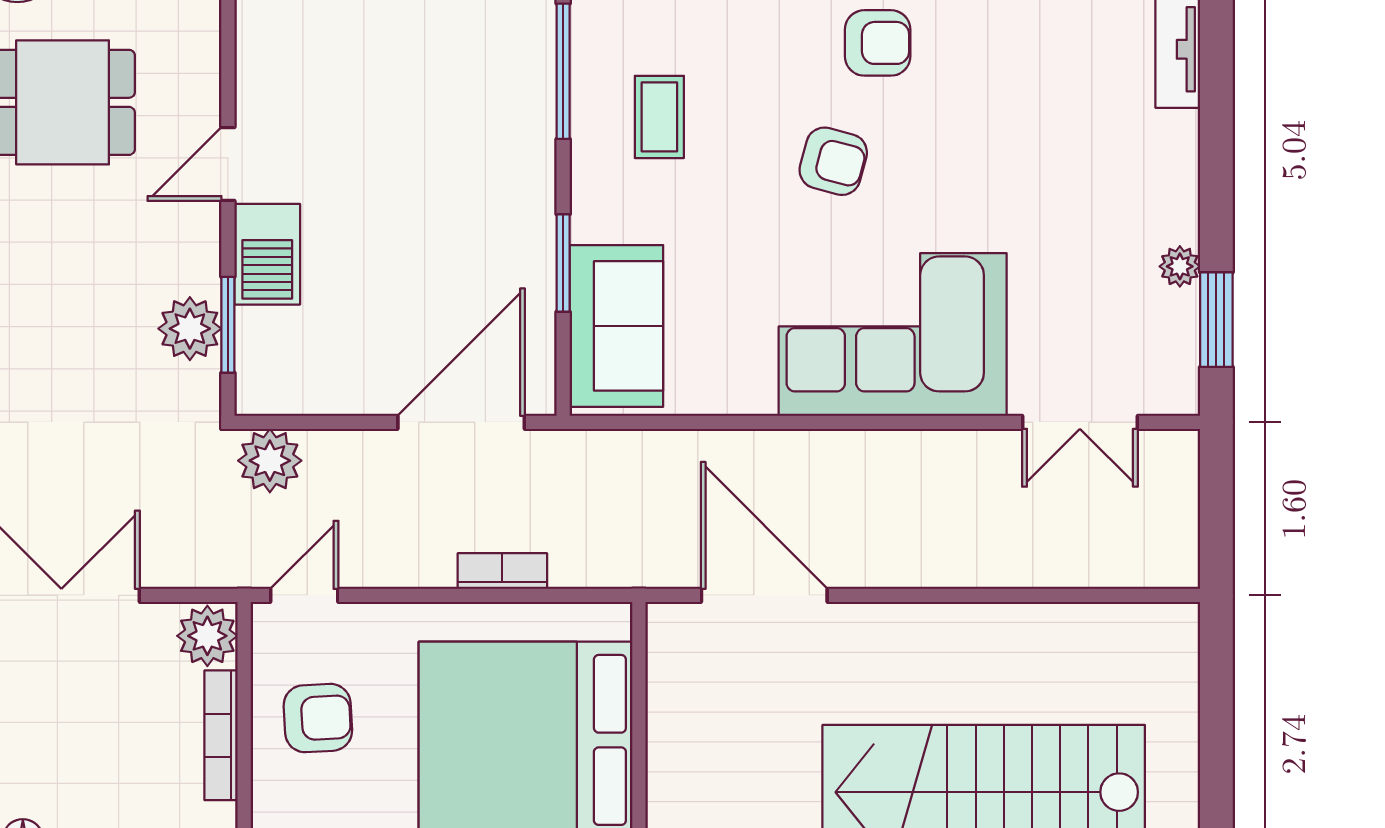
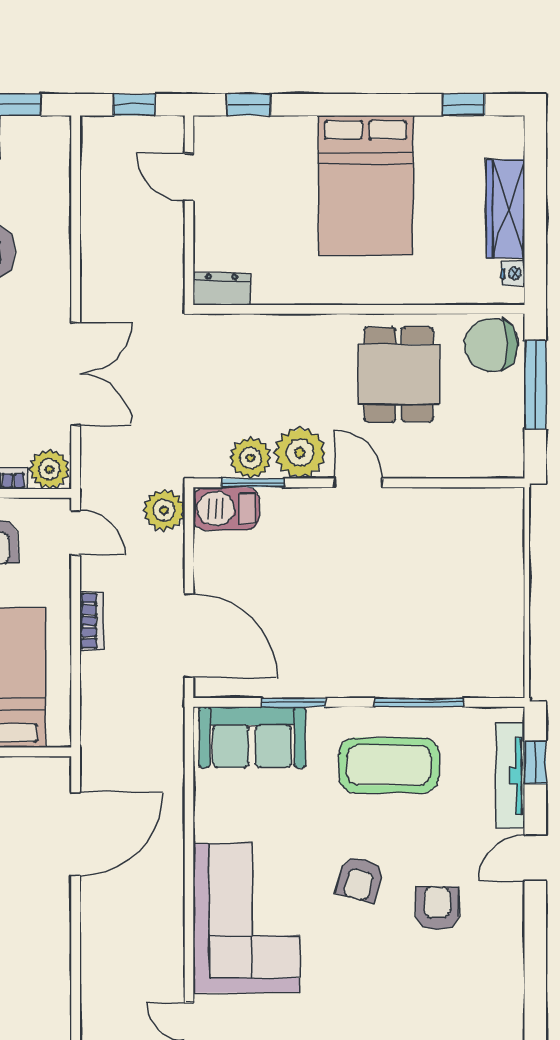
armchair: (878, 43) -> (437, 908), turned 180
coffee table: (659, 117) -> (389, 765), width x1.86, depth x1.72
plant: (182, 253) -> (300, 453), added
barbecue: (267, 254) -> (226, 509), moved
bookcase: (502, 571) -> (92, 621), moved

